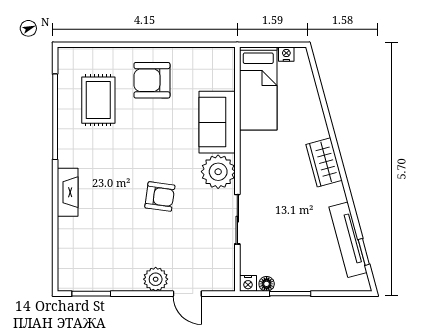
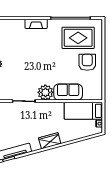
rug: (98, 100) -> (78, 38), width x1.36, depth x1.43
armchair: (160, 196) -> (34, 66), removed

